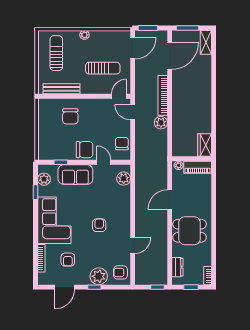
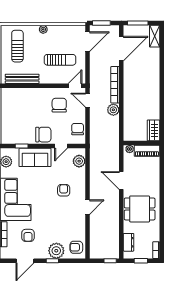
chair: (70, 116) -> (59, 105), moved, turned 180
door: (104, 162) -> (61, 146), swing flipped
door: (170, 200) -> (121, 180), hinge flipped
armchair: (99, 225) -> (64, 190), moved
door: (133, 246) -> (87, 207), moved

